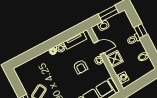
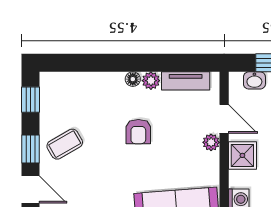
armchair: (80, 67) -> (138, 132), moved
window: (15, 82) -> (30, 100), added

